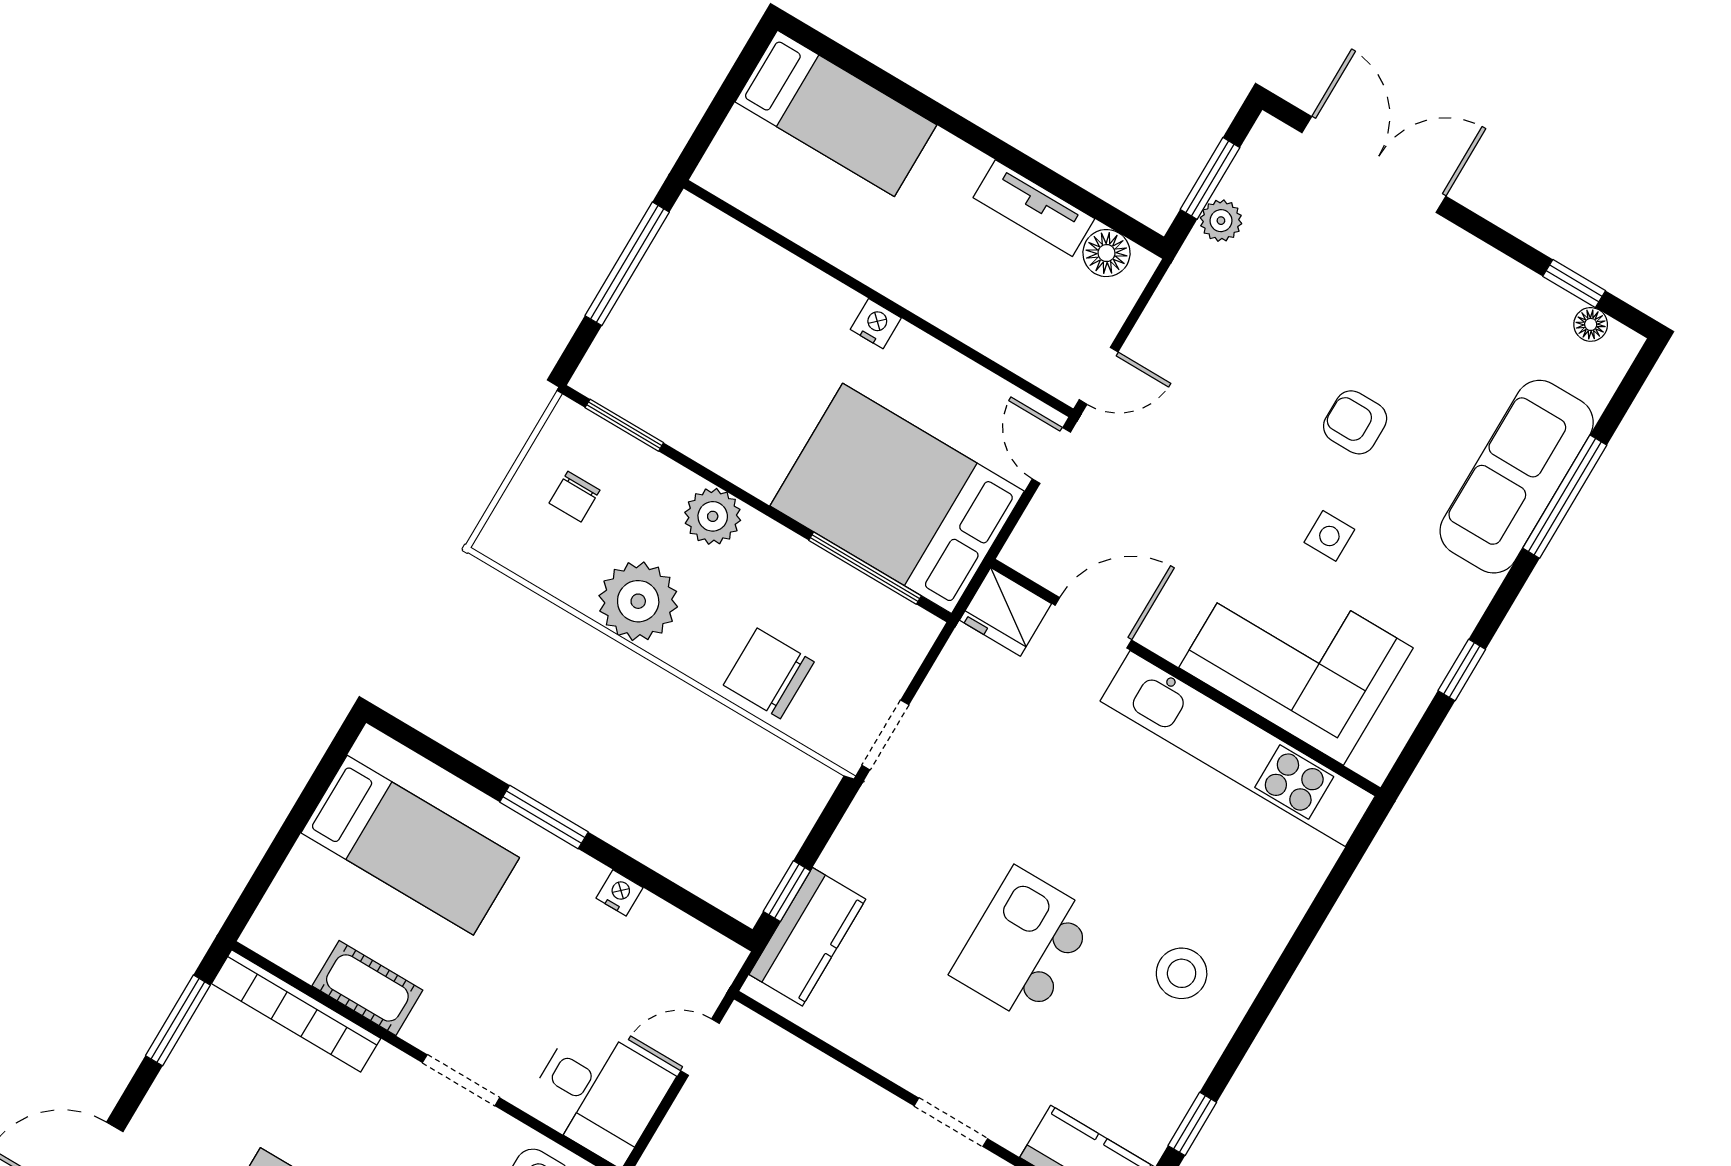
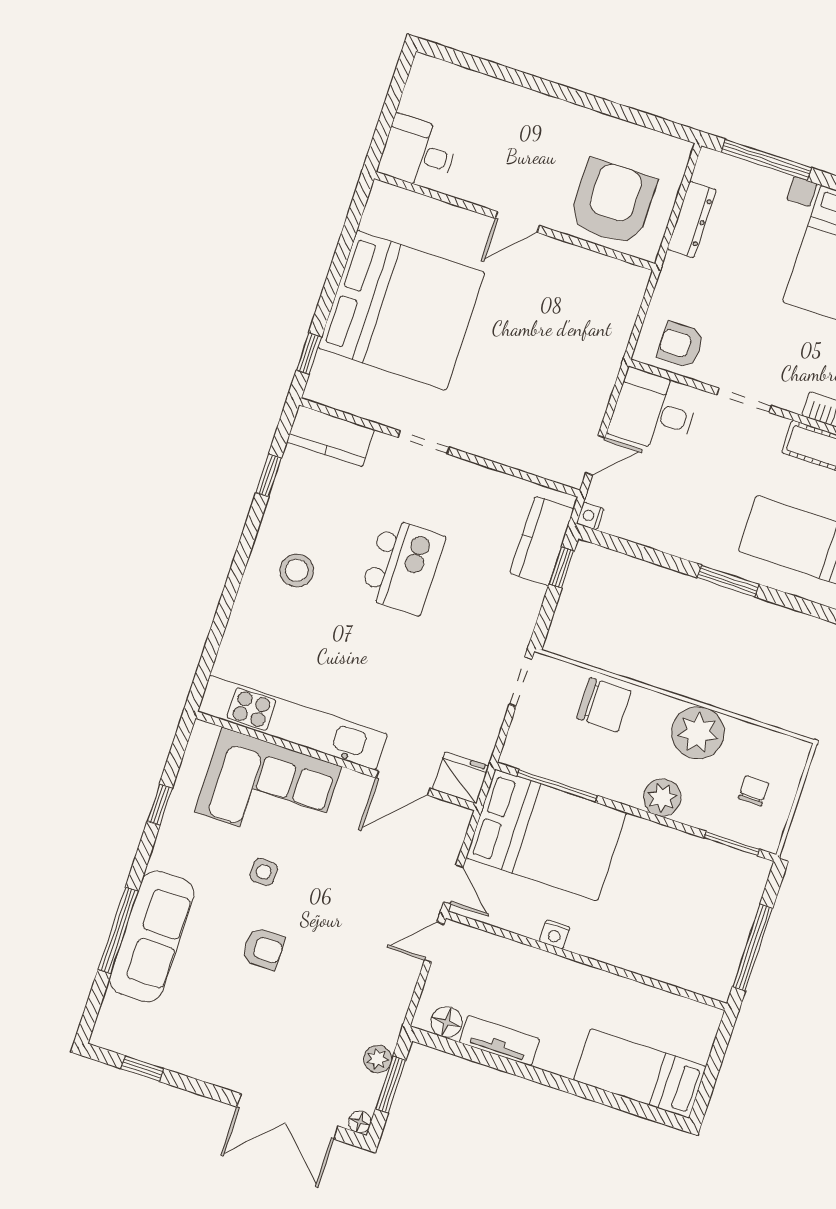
nightstand: (876, 324) -> (555, 934), moved
floor lamp: (1591, 324) -> (360, 1122), moved
nightstand: (619, 893) -> (590, 516), moved, turned 90

